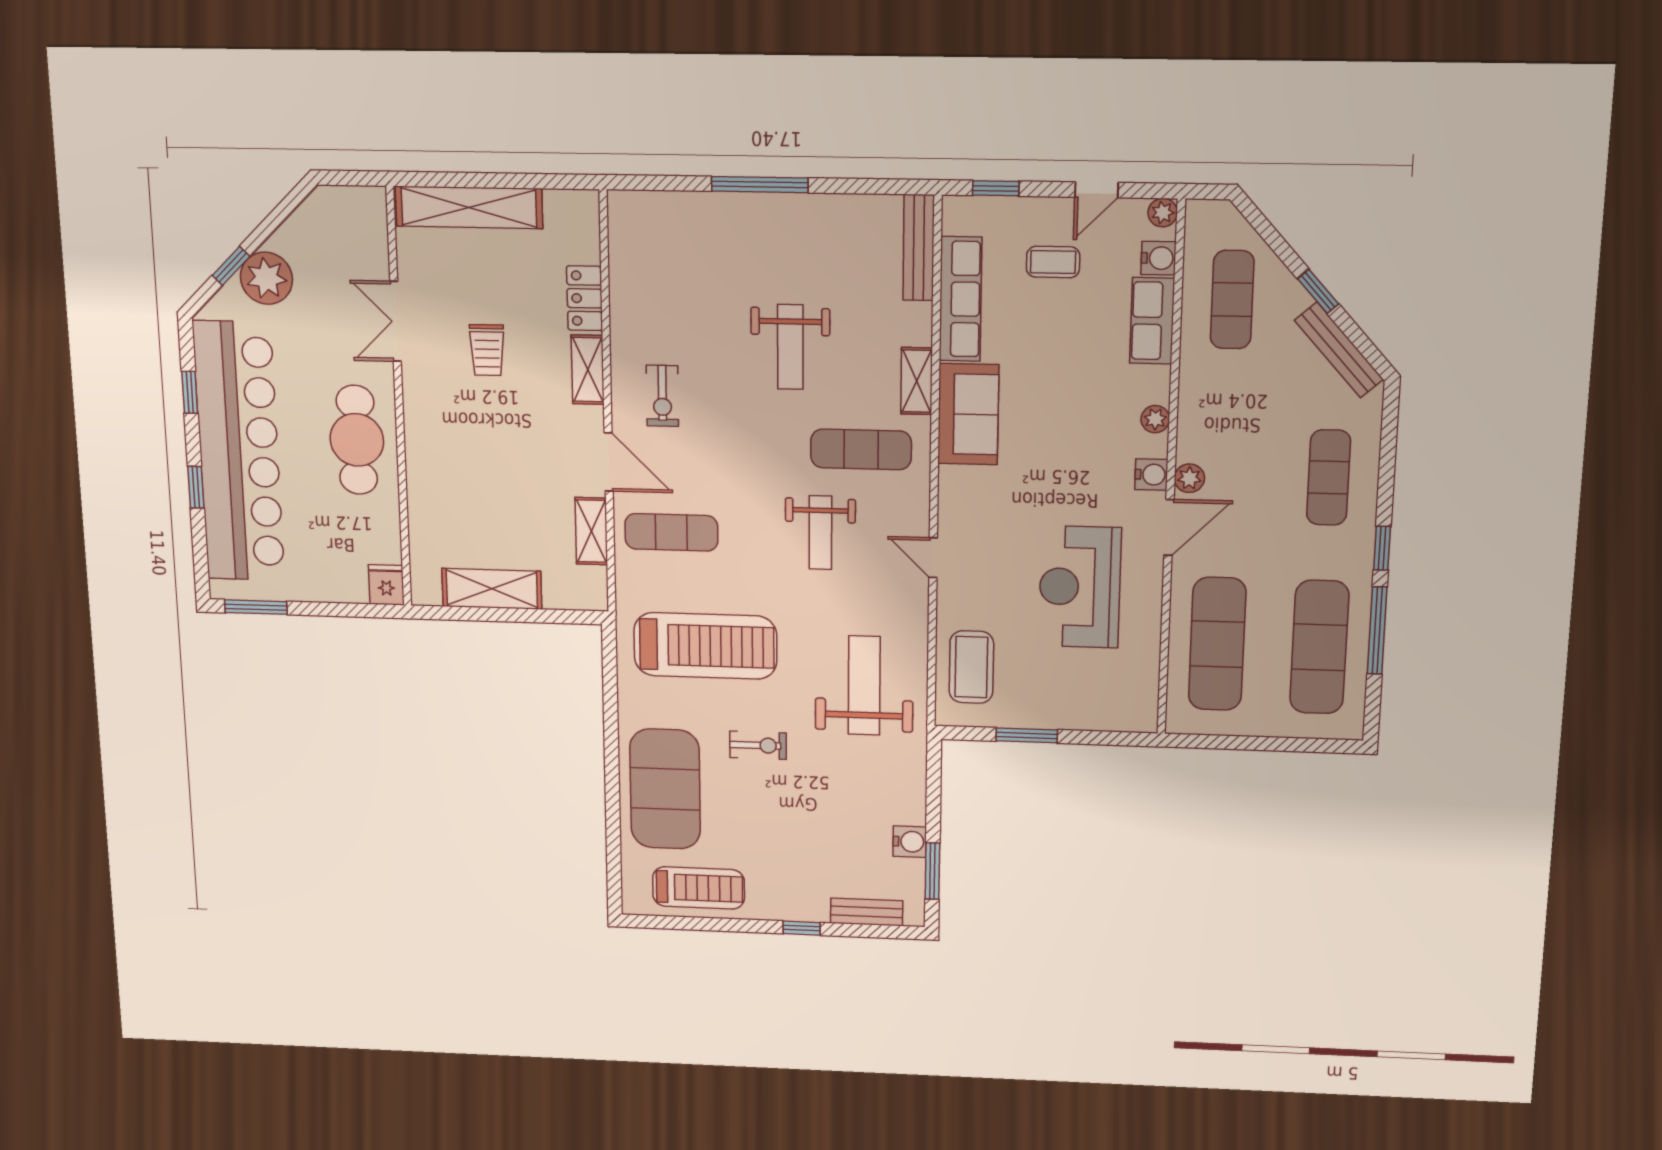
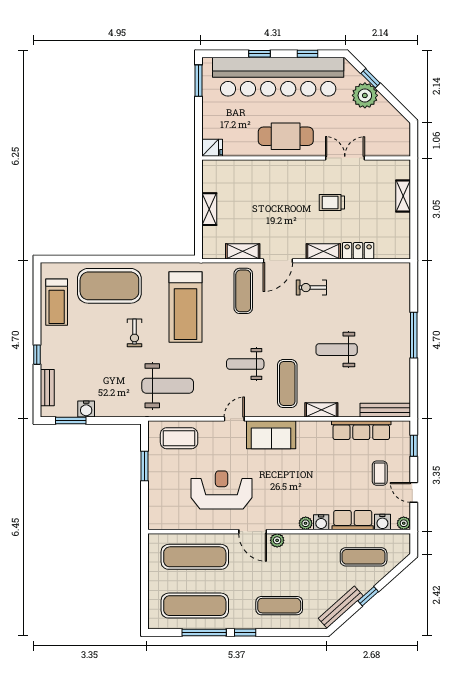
shelving: (469, 207) -> (403, 196), width x0.45, depth x0.75
sofa: (968, 414) -> (271, 435), moved
water cooler: (1151, 475) -> (321, 522), moved
shelving: (492, 589) -> (209, 209), width x0.67, depth x0.75

